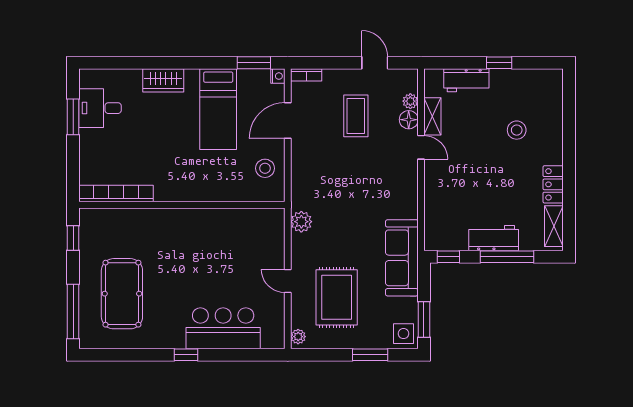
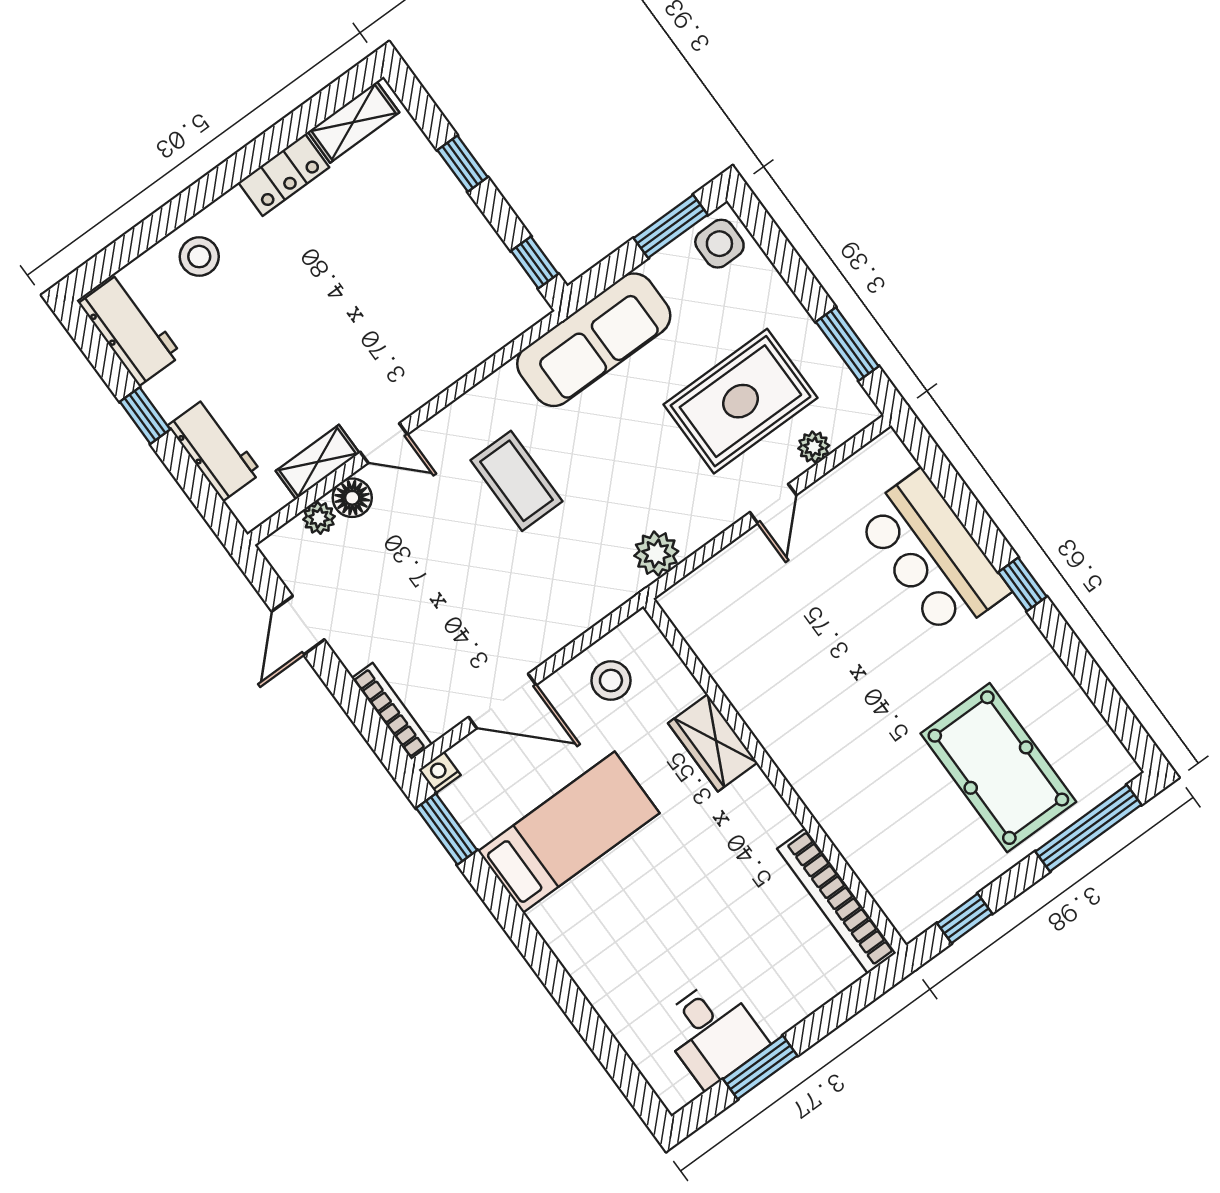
bookcase: (306, 75) -> (392, 711), width x1.56
wardrobe: (163, 80) -> (713, 743), moved, turned 180
coffee table: (356, 116) -> (516, 481), moved, turned 90
stool: (517, 130) -> (199, 257), moved
door: (421, 147) -> (384, 443), swing flipped
workbench: (494, 238) -> (130, 329), moved, turned 180
window: (507, 257) -> (463, 164), width x0.46
pool table: (122, 294) -> (998, 768), turned 90
plant: (298, 337) -> (814, 447), moved
window: (370, 355) -> (847, 344), moved

